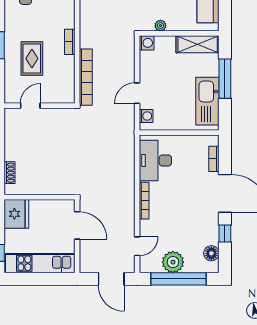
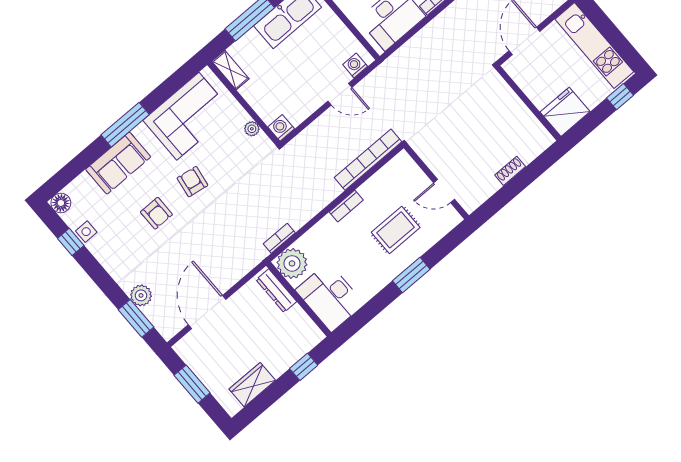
shelving: (198, 44) -> (230, 70), width x0.67, depth x0.75
shoe rack: (10, 173) -> (510, 171), moved

